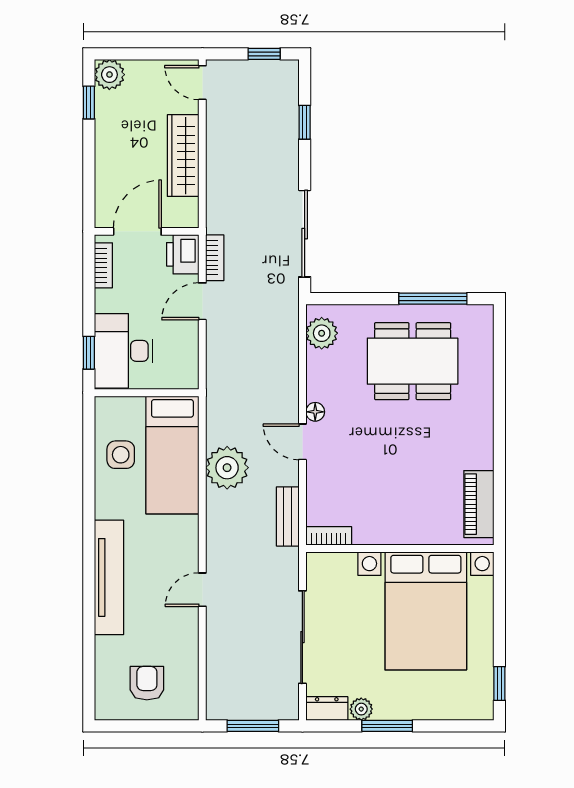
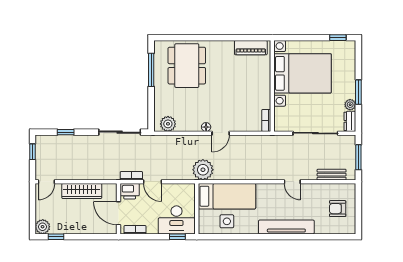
dining table: (413, 361) -> (187, 66), moved
plant: (227, 468) -> (203, 170), moved
bench: (288, 516) -> (332, 175), moved

